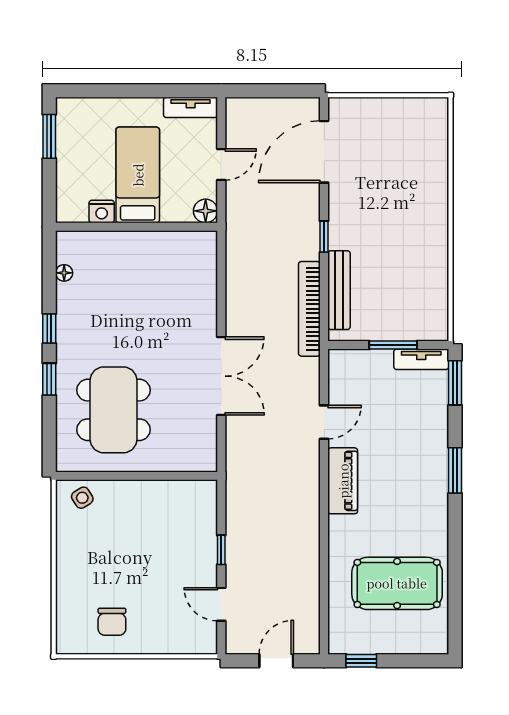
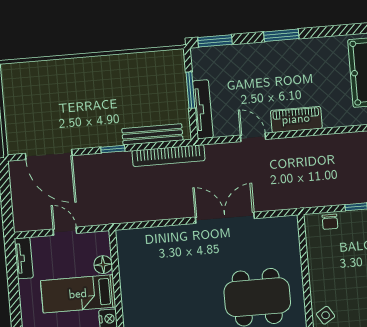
floor lamp: (206, 211) -> (103, 265), moved
tv unit: (421, 359) -> (203, 109), moved, width x1.41
chair: (205, 514) -> (330, 222), added

